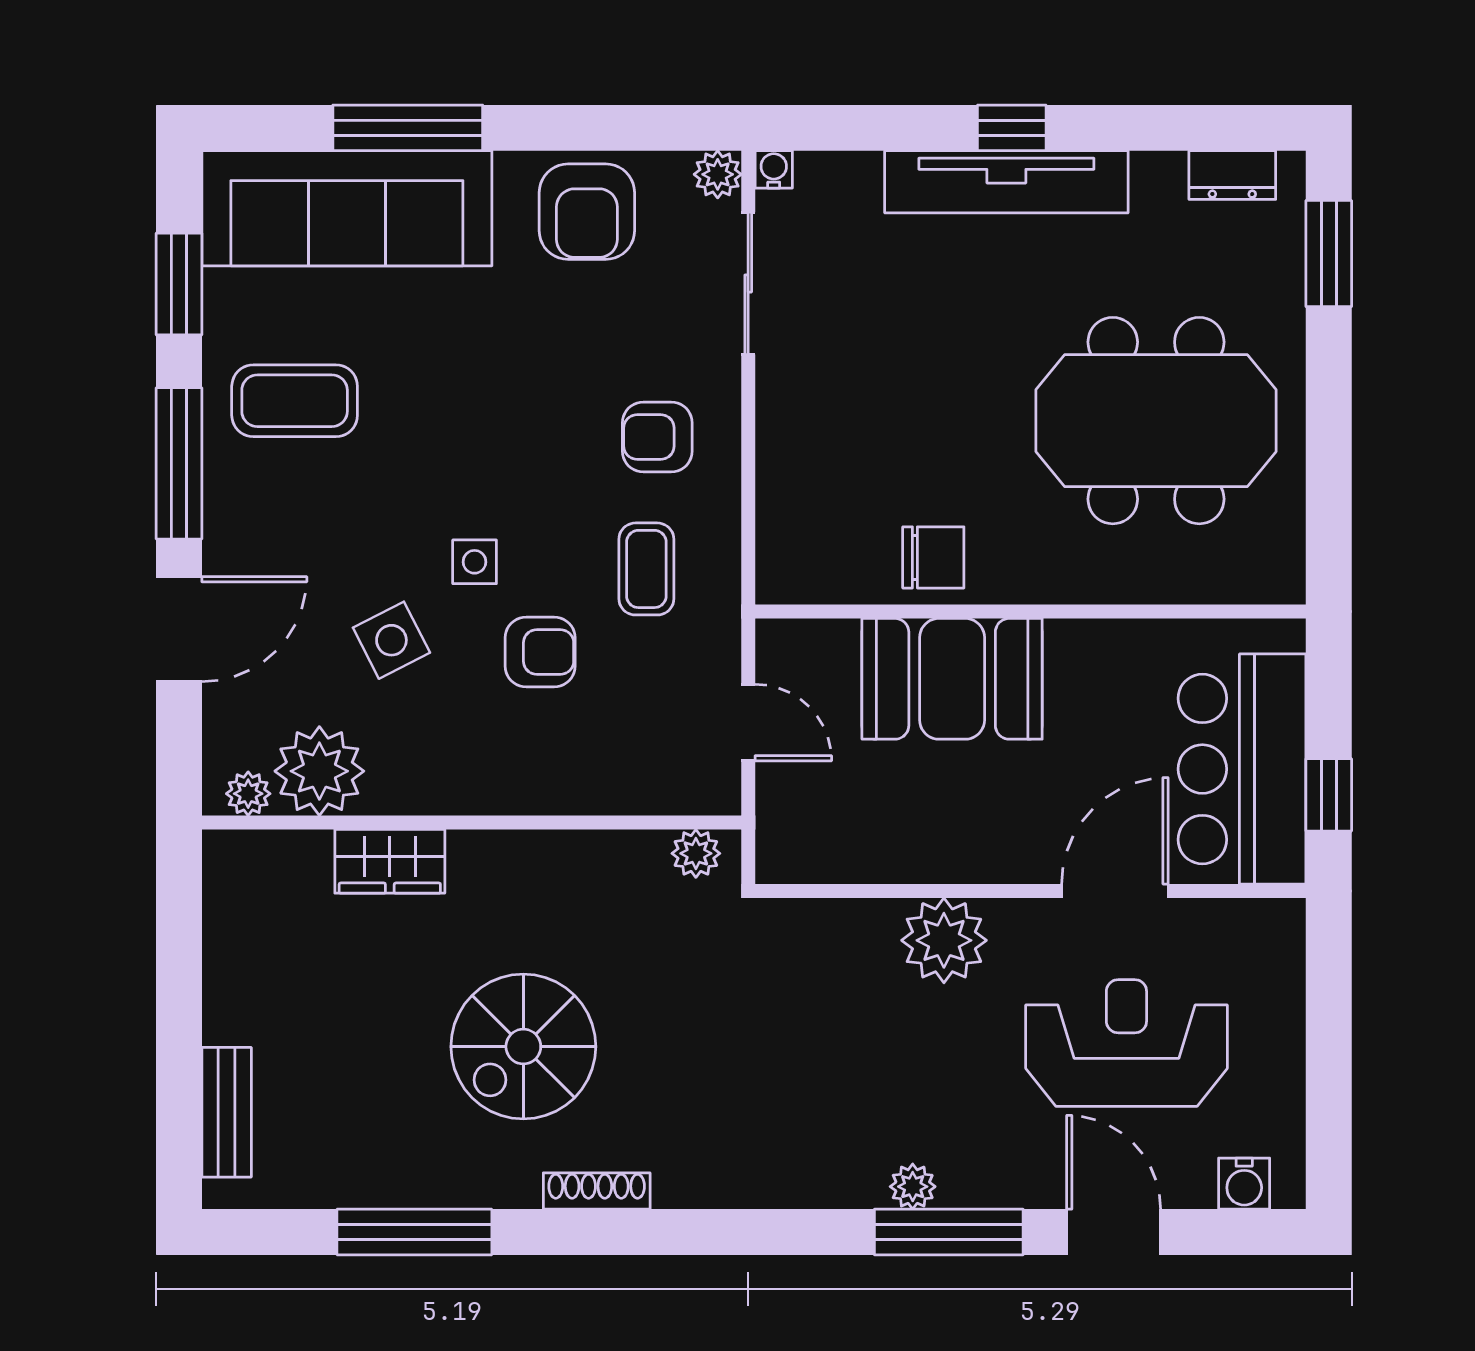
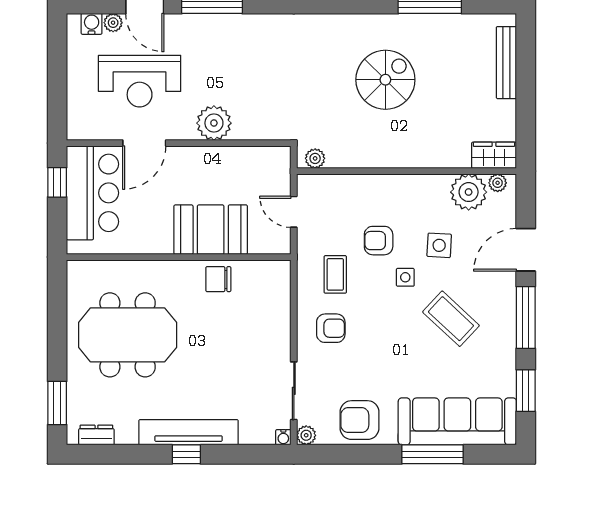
armchair: (587, 212) -> (360, 420), turned -90
coffee table: (295, 401) -> (451, 319), moved, turned 43
side table: (391, 640) -> (439, 245), turned 30
wardrobe: (390, 861) -> (494, 155), moved
bench: (227, 1112) -> (506, 63), width x1.36
plant: (913, 1187) -> (113, 23), moved
shoe rack: (597, 1191) -> (356, 21), removed

